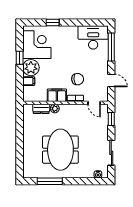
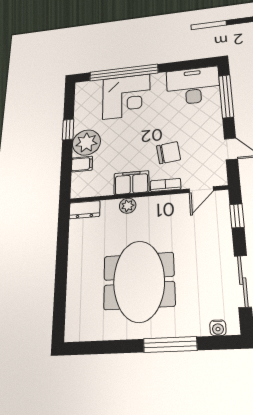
window: (53, 22) -> (124, 73), width x3.17
corner desk: (37, 45) -> (126, 97), moved, turned 90
door: (94, 103) -> (201, 190), hinge flipped
dresser: (41, 109) -> (85, 210), moved
window: (50, 181) -> (170, 345), moved

